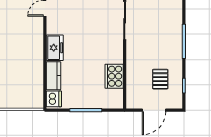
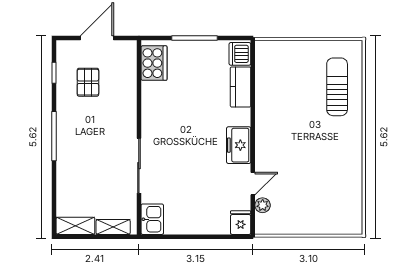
freezer: (55, 48) -> (239, 145), moved
cooker: (114, 76) -> (154, 63), moved

